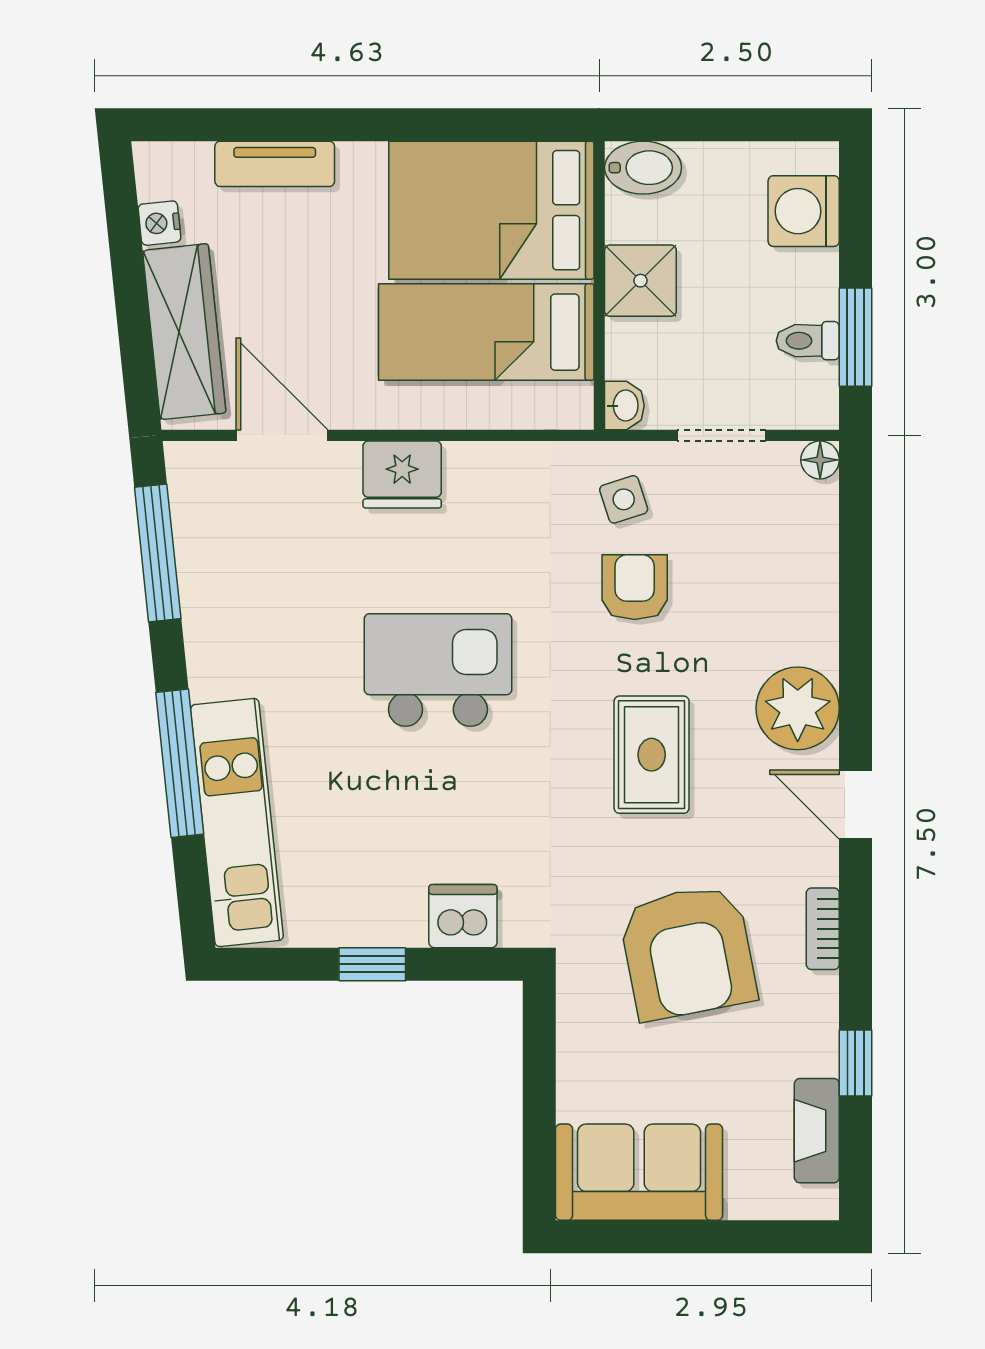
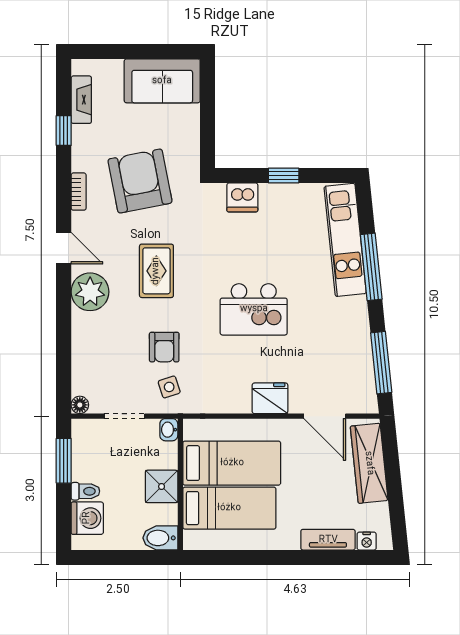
bed: (491, 210) -> (229, 508), width x0.67
nightstand: (159, 223) -> (367, 541), moved, turned 96
toilet: (808, 341) -> (85, 491), moved

